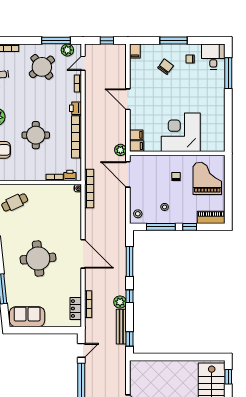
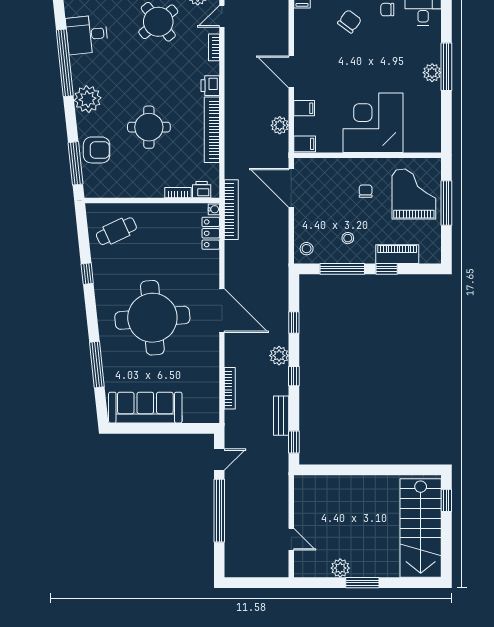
window: (228, 73) -> (446, 67), moved
plant: (219, 100) -> (432, 73), added
filing cabinet: (136, 135) -> (304, 108), moved
plant: (120, 150) -> (280, 125), moved
window: (228, 184) -> (446, 203), added
piano: (211, 217) -> (397, 254), moved
round table: (38, 259) -> (152, 318), width x1.36, depth x1.36
window: (130, 262) -> (294, 322), width x0.46
plant: (120, 302) -> (279, 356), moved
locker: (76, 309) -> (211, 233), moved
sofa: (27, 317) -> (145, 408), width x1.36
bench: (121, 327) -> (281, 416), width x0.73

